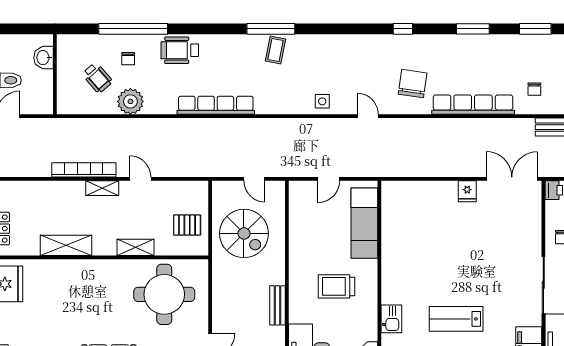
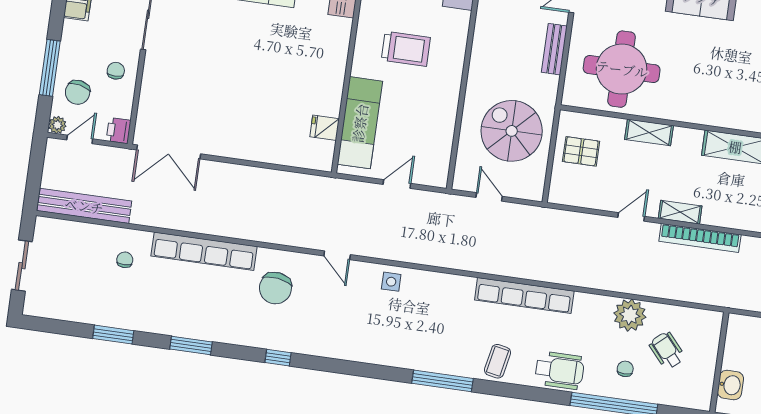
coffee table: (276, 50) -> (498, 361), moved
door: (140, 179) -> (631, 217), swing flipped
fridge: (467, 191) -> (325, 128), moved, turned -90
bench: (278, 305) -> (554, 49), moved

